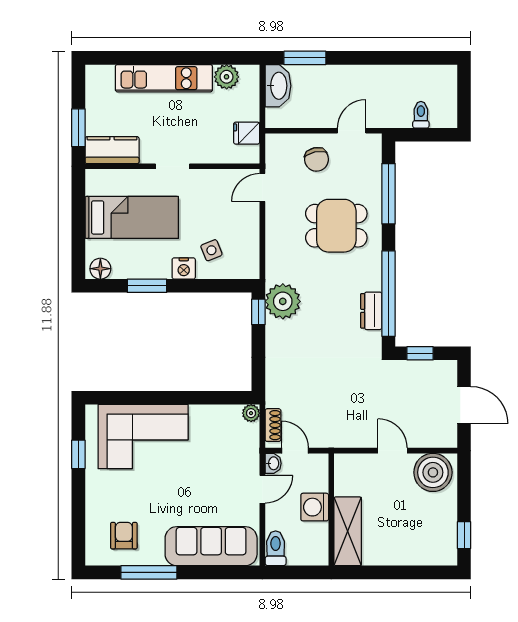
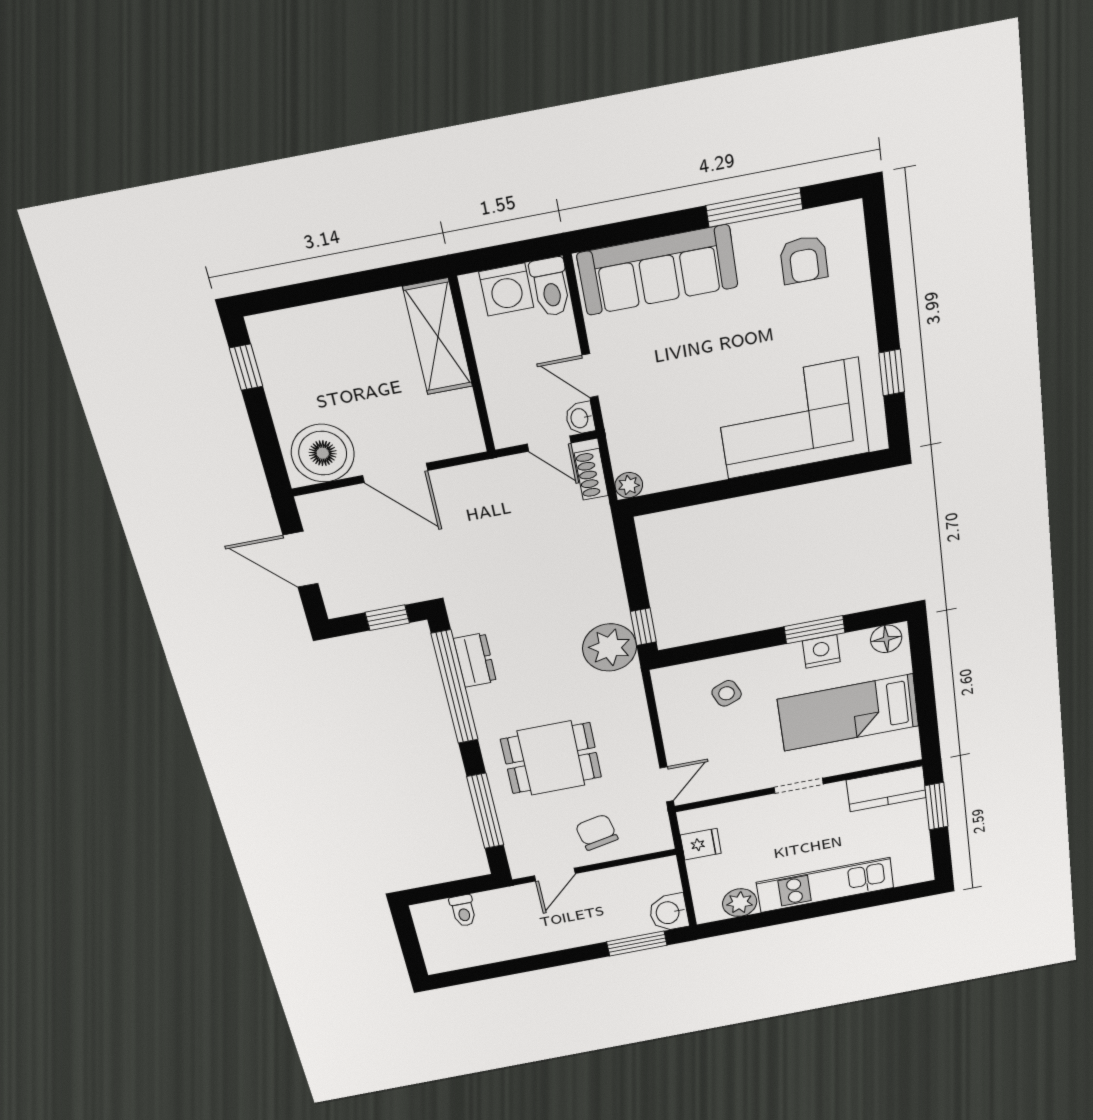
washbasin: (278, 86) -> (669, 913), width x0.72
nightstand: (184, 268) -> (821, 651), moved
door: (392, 451) -> (395, 473), width x1.38
door: (262, 489) -> (590, 376), hinge flipped
washing machine: (315, 507) -> (506, 290), moved, turned 90

